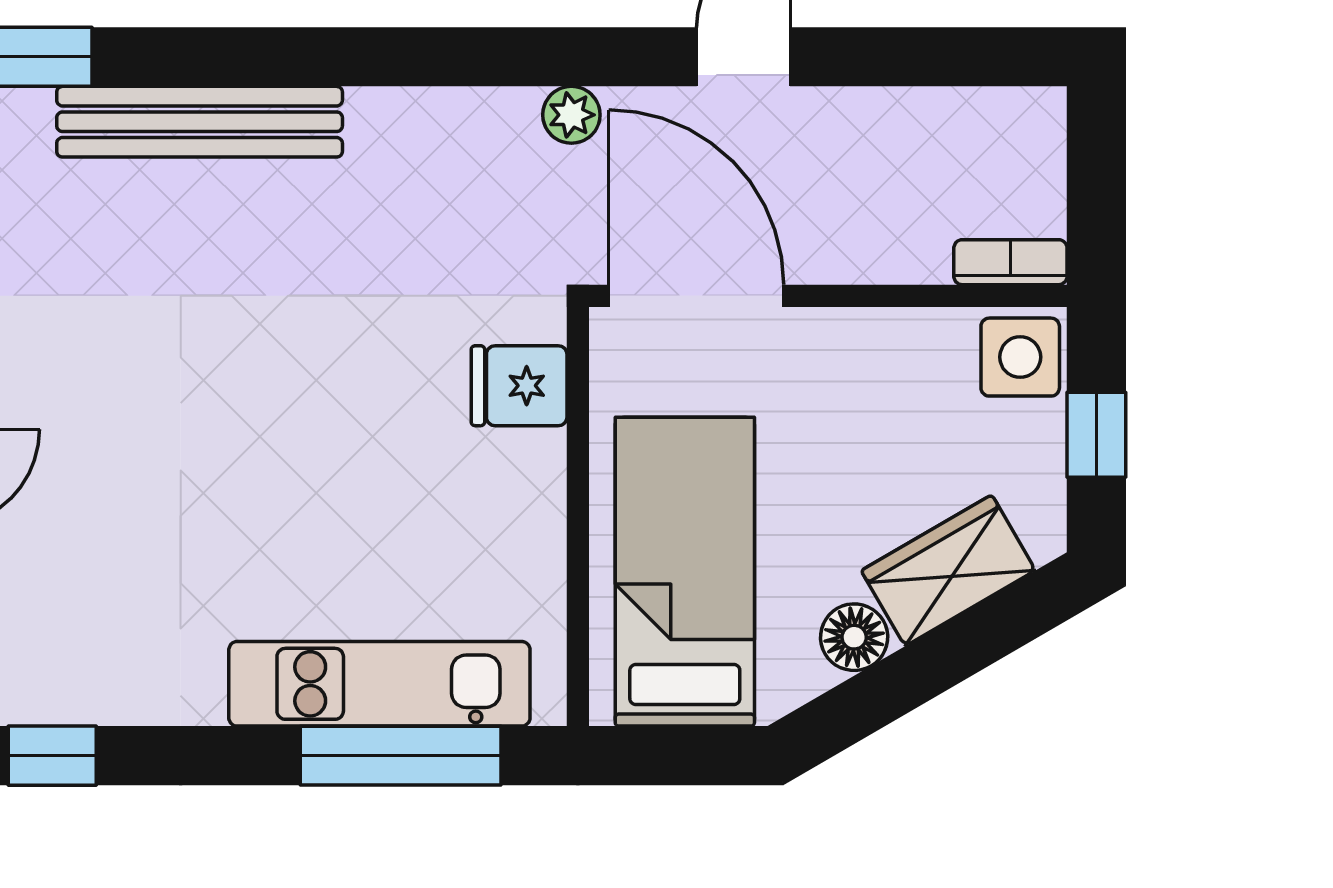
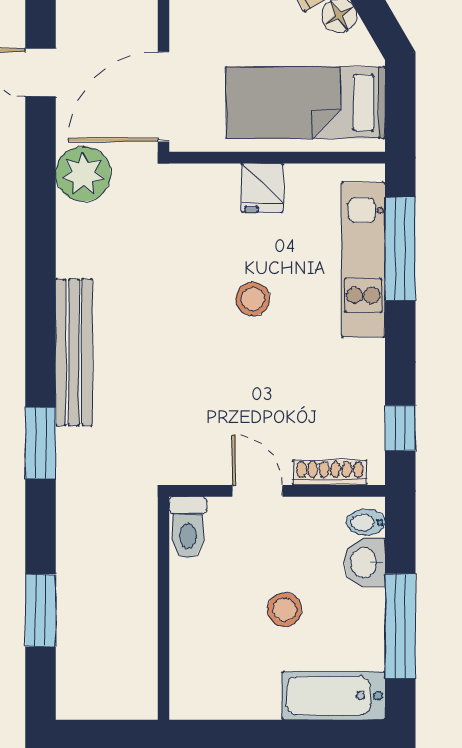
plant: (571, 115) -> (83, 174), width x1.87, depth x1.87
fridge: (519, 386) -> (262, 188), moved
stool: (303, 469) -> (253, 299), added

